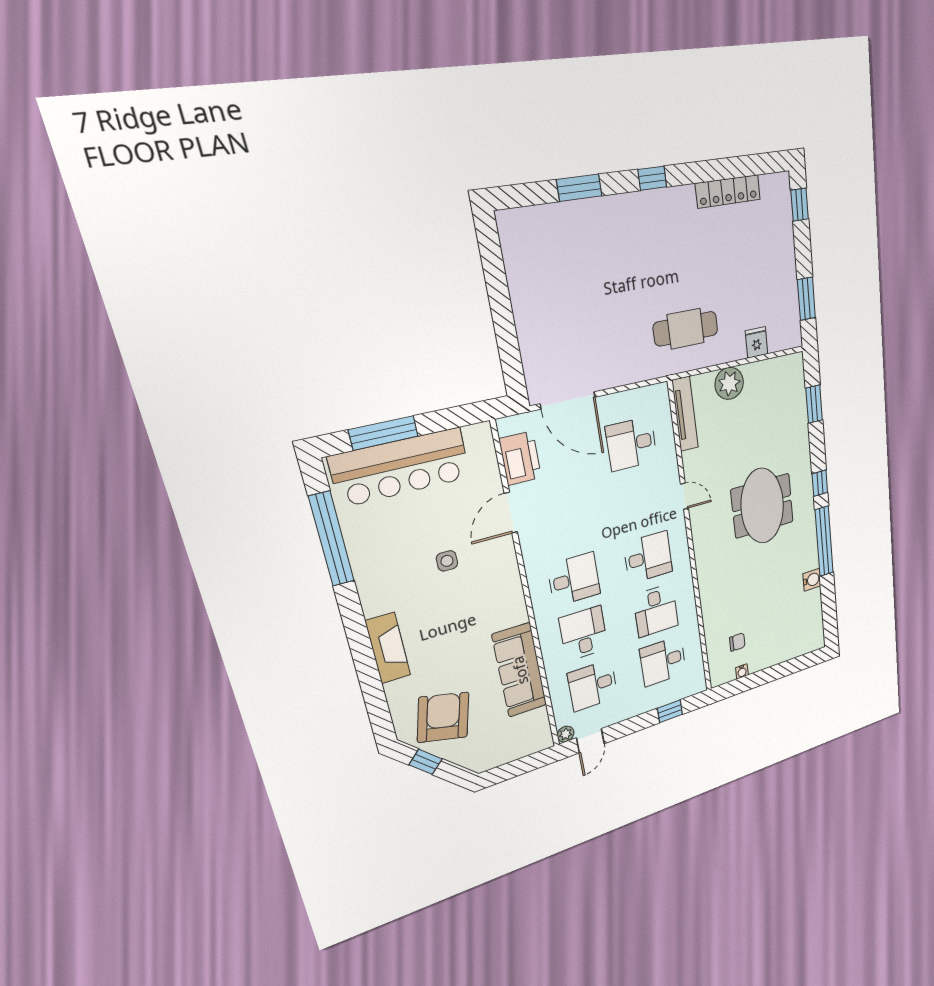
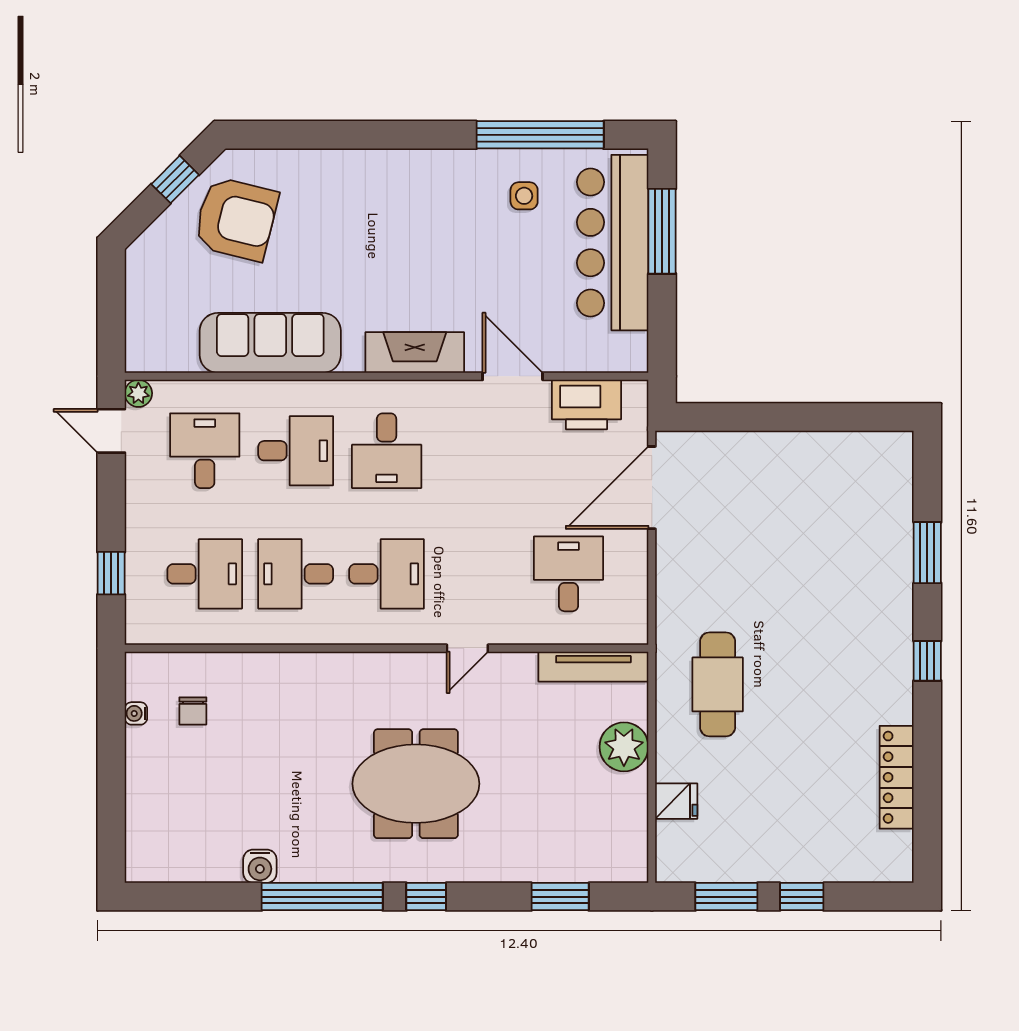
window: (800, 205) -> (802, 897), moved
desk: (648, 557) -> (387, 574), turned -90
side table: (447, 561) -> (524, 196), moved
fireplace: (388, 648) -> (415, 353), moved, turned 180
desk: (663, 661) -> (205, 574), turned 90

